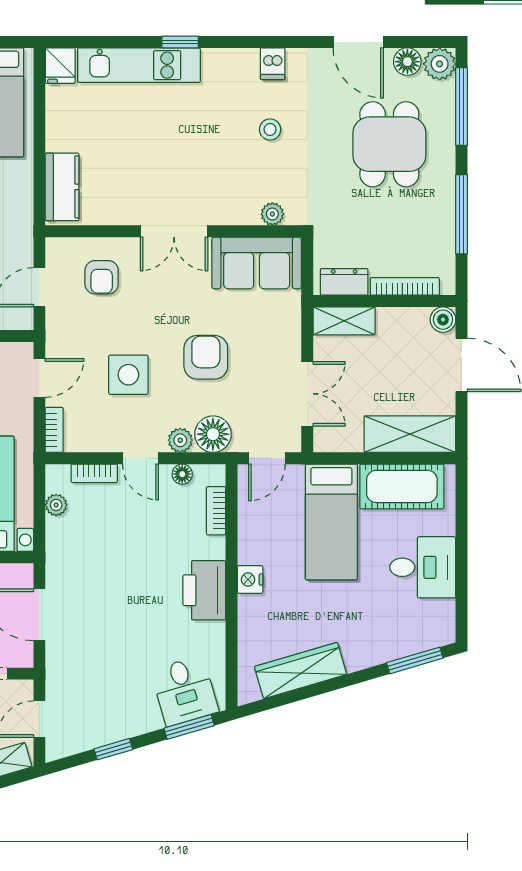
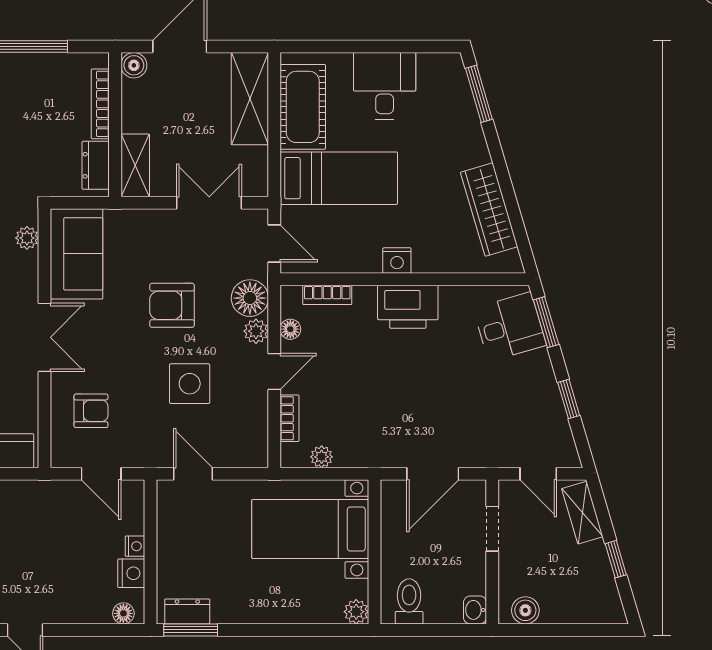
bookcase: (54, 430) -> (246, 459), removed

